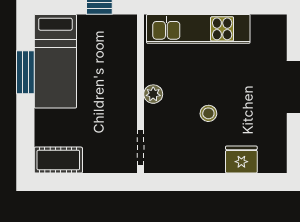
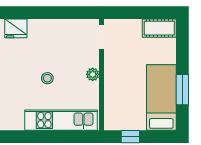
stool: (208, 113) -> (47, 78), moved
fridge: (241, 160) -> (16, 28), moved

